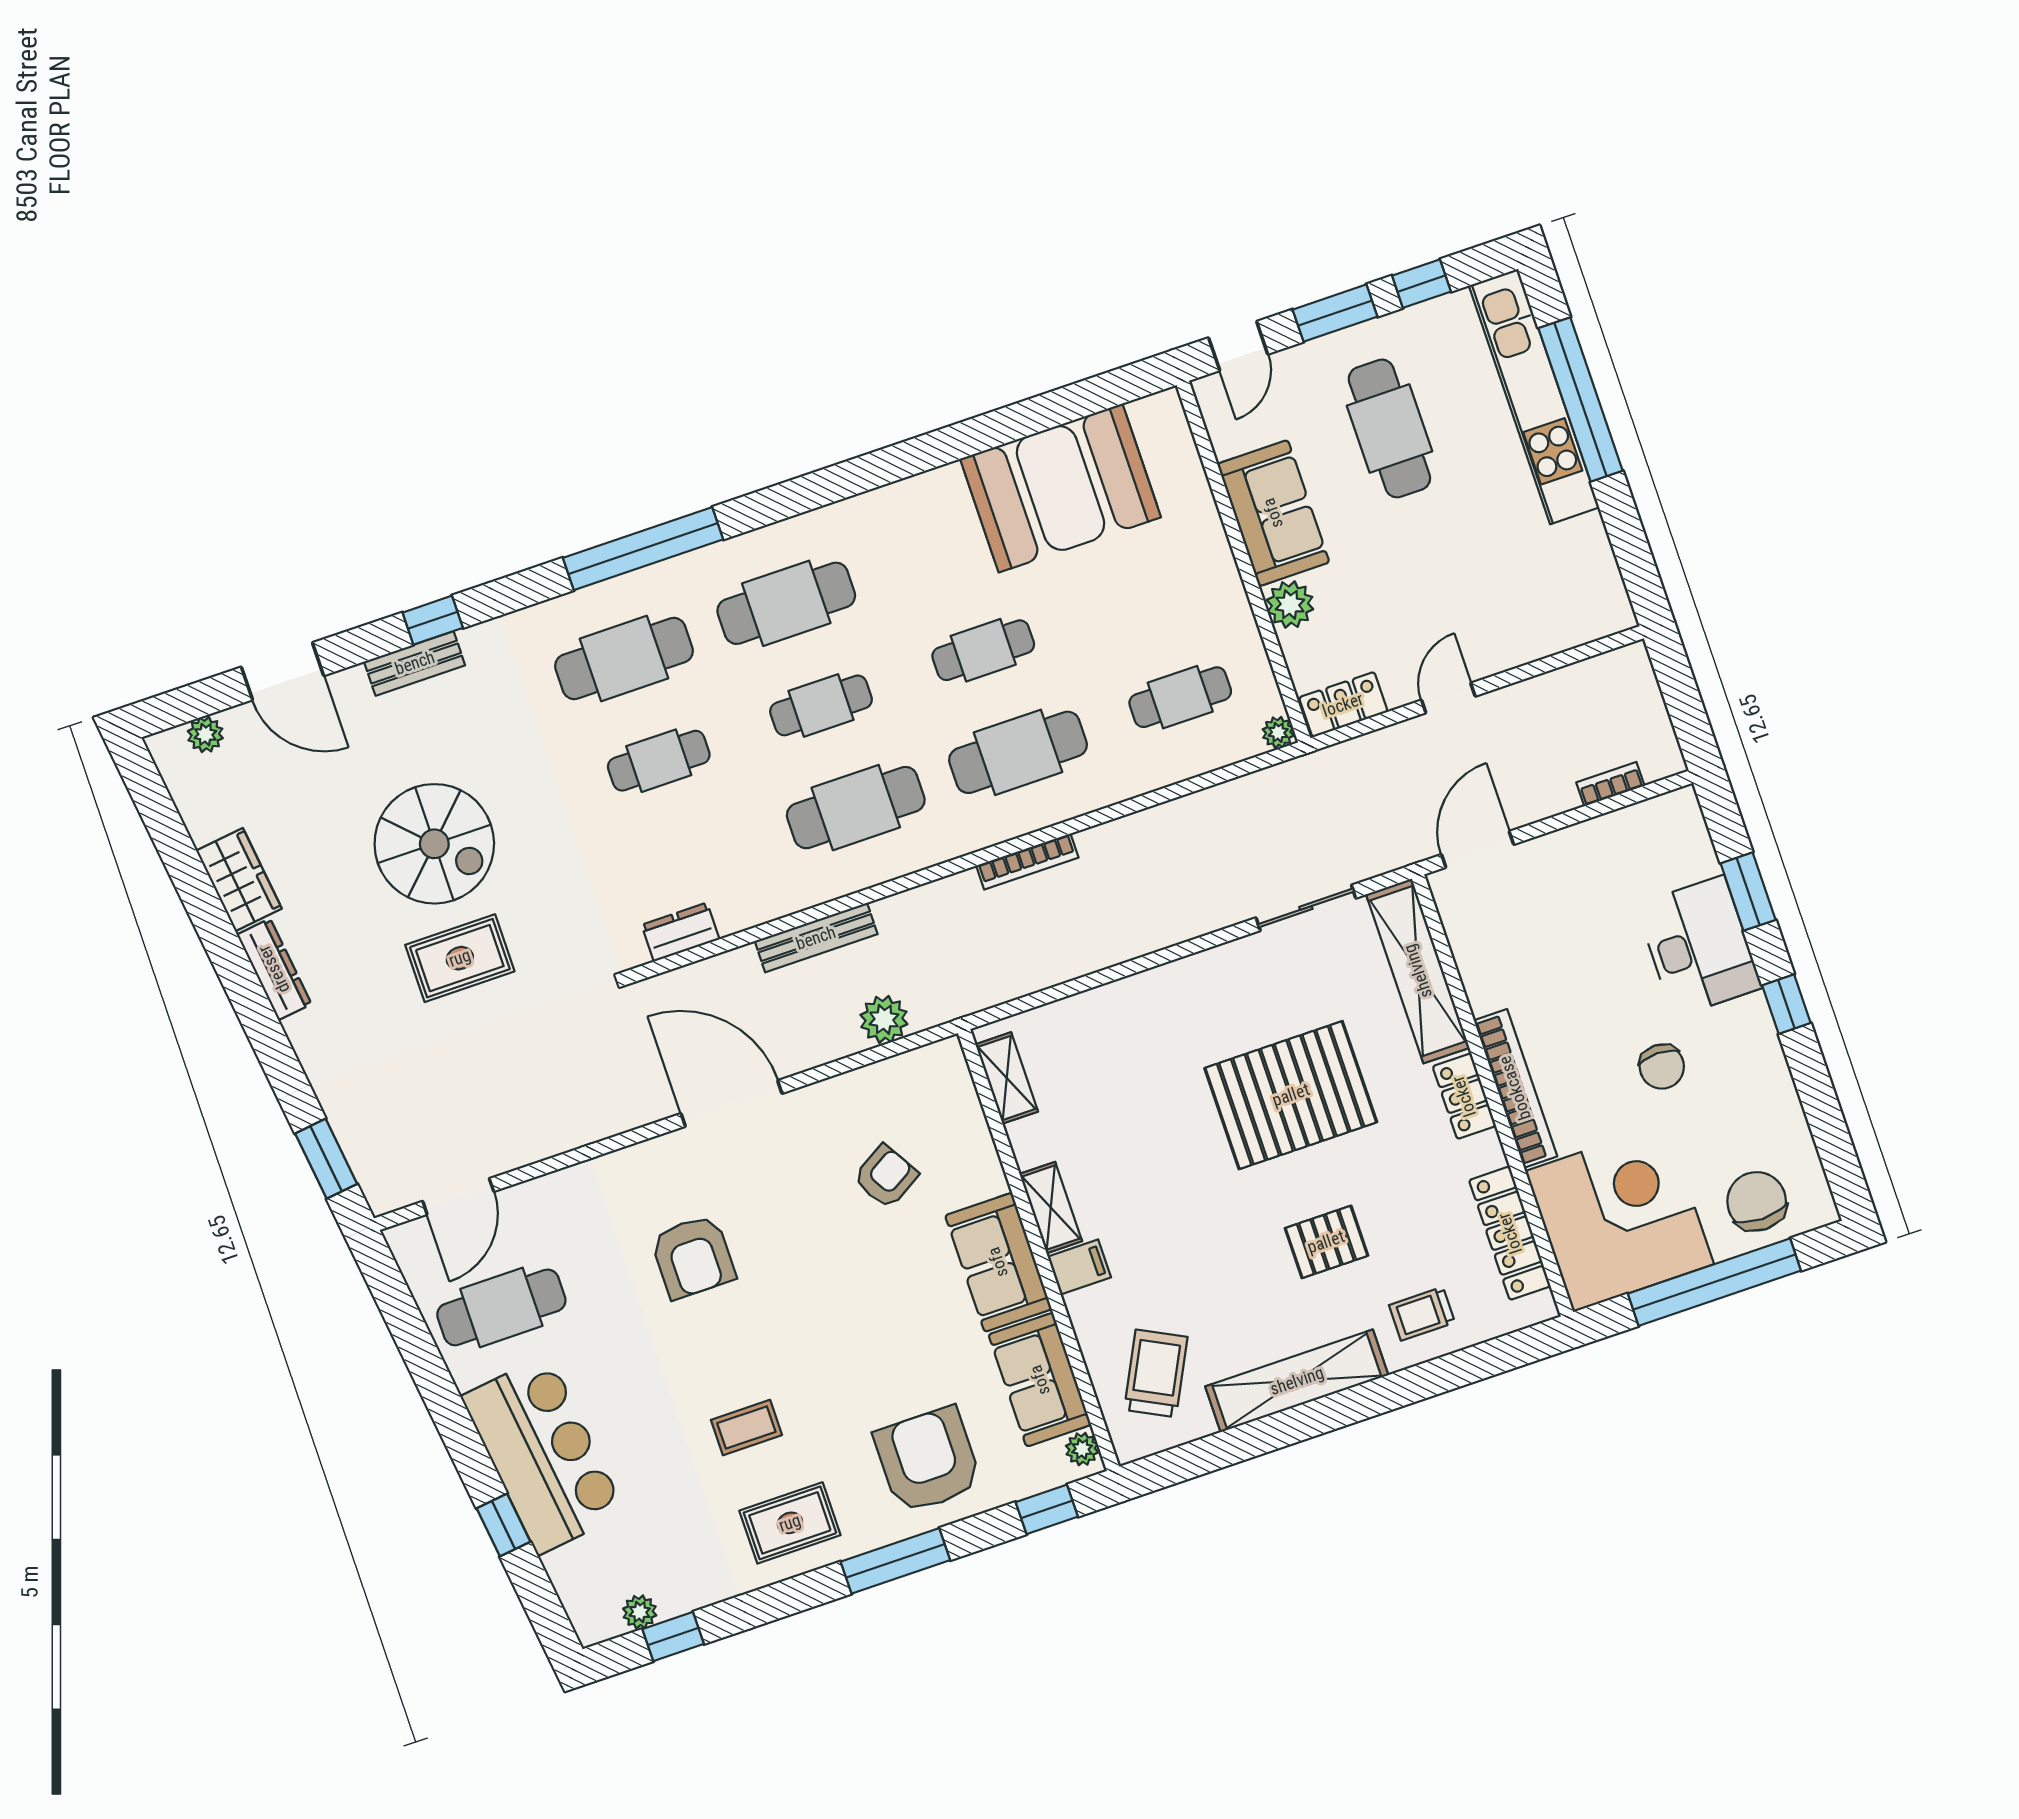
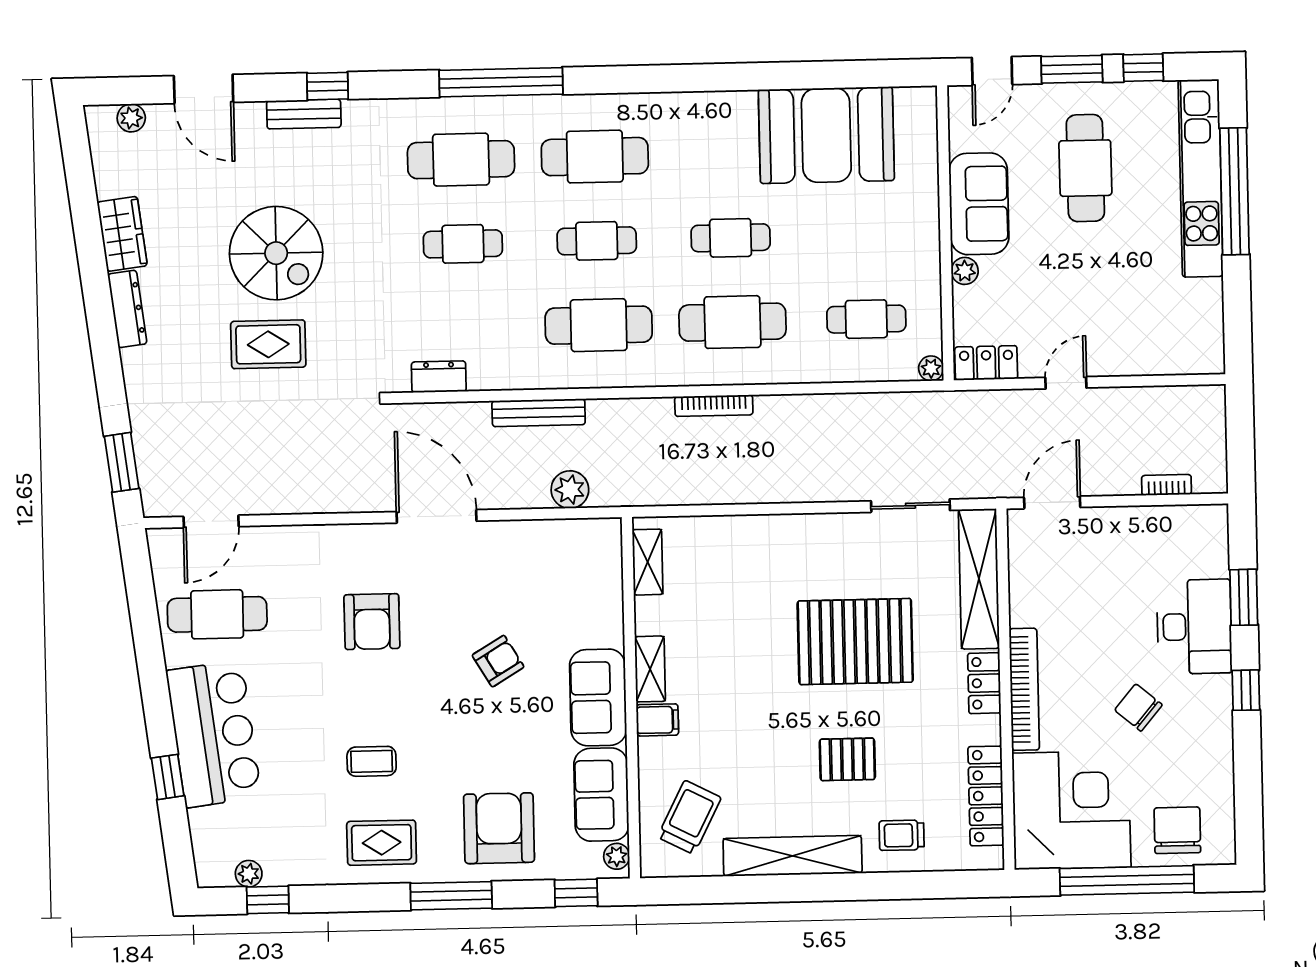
plant: (1290, 605) -> (965, 271), width x0.73, depth x0.73
chair: (1662, 1067) -> (1138, 707), turned 130
armchair: (886, 1177) -> (498, 661), moved

